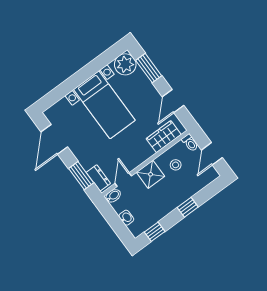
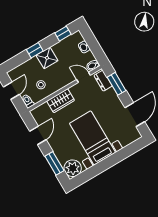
wardrobe: (164, 137) -> (61, 101), moved
shower: (151, 174) -> (47, 58), moved
door: (123, 180) -> (84, 77), swing flipped

